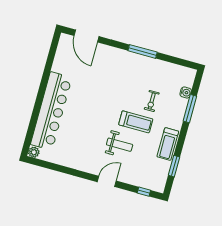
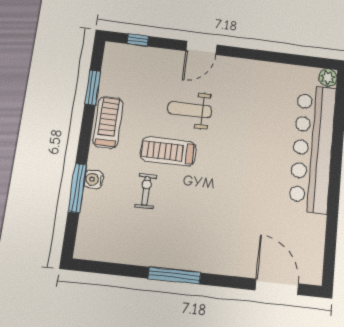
water cooler: (186, 93) -> (94, 179), moved

